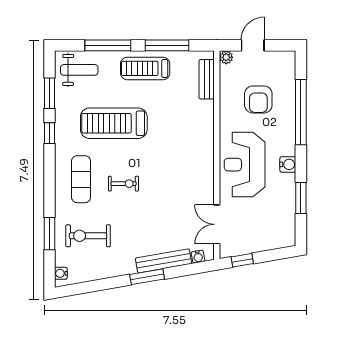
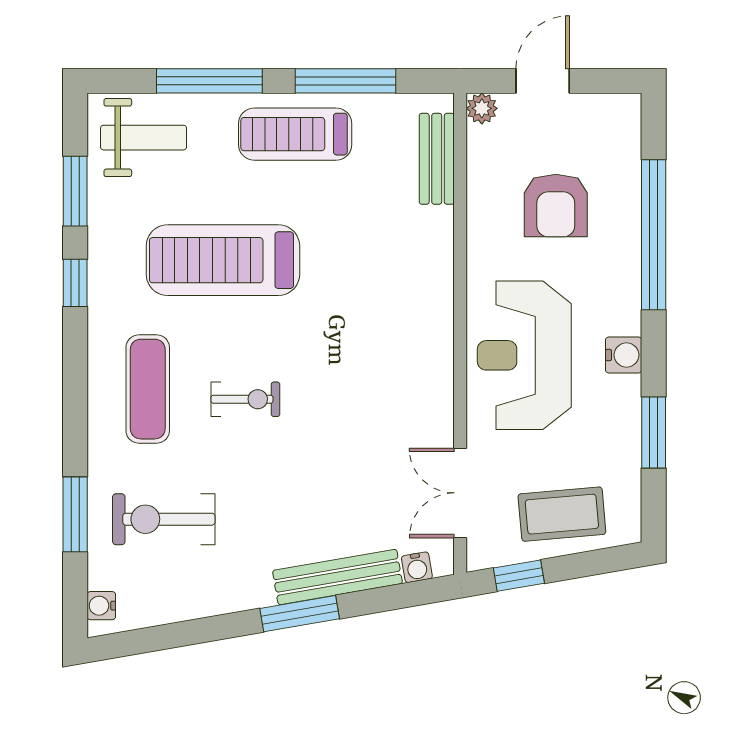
coffee table: (261, 234) -> (562, 514), added

